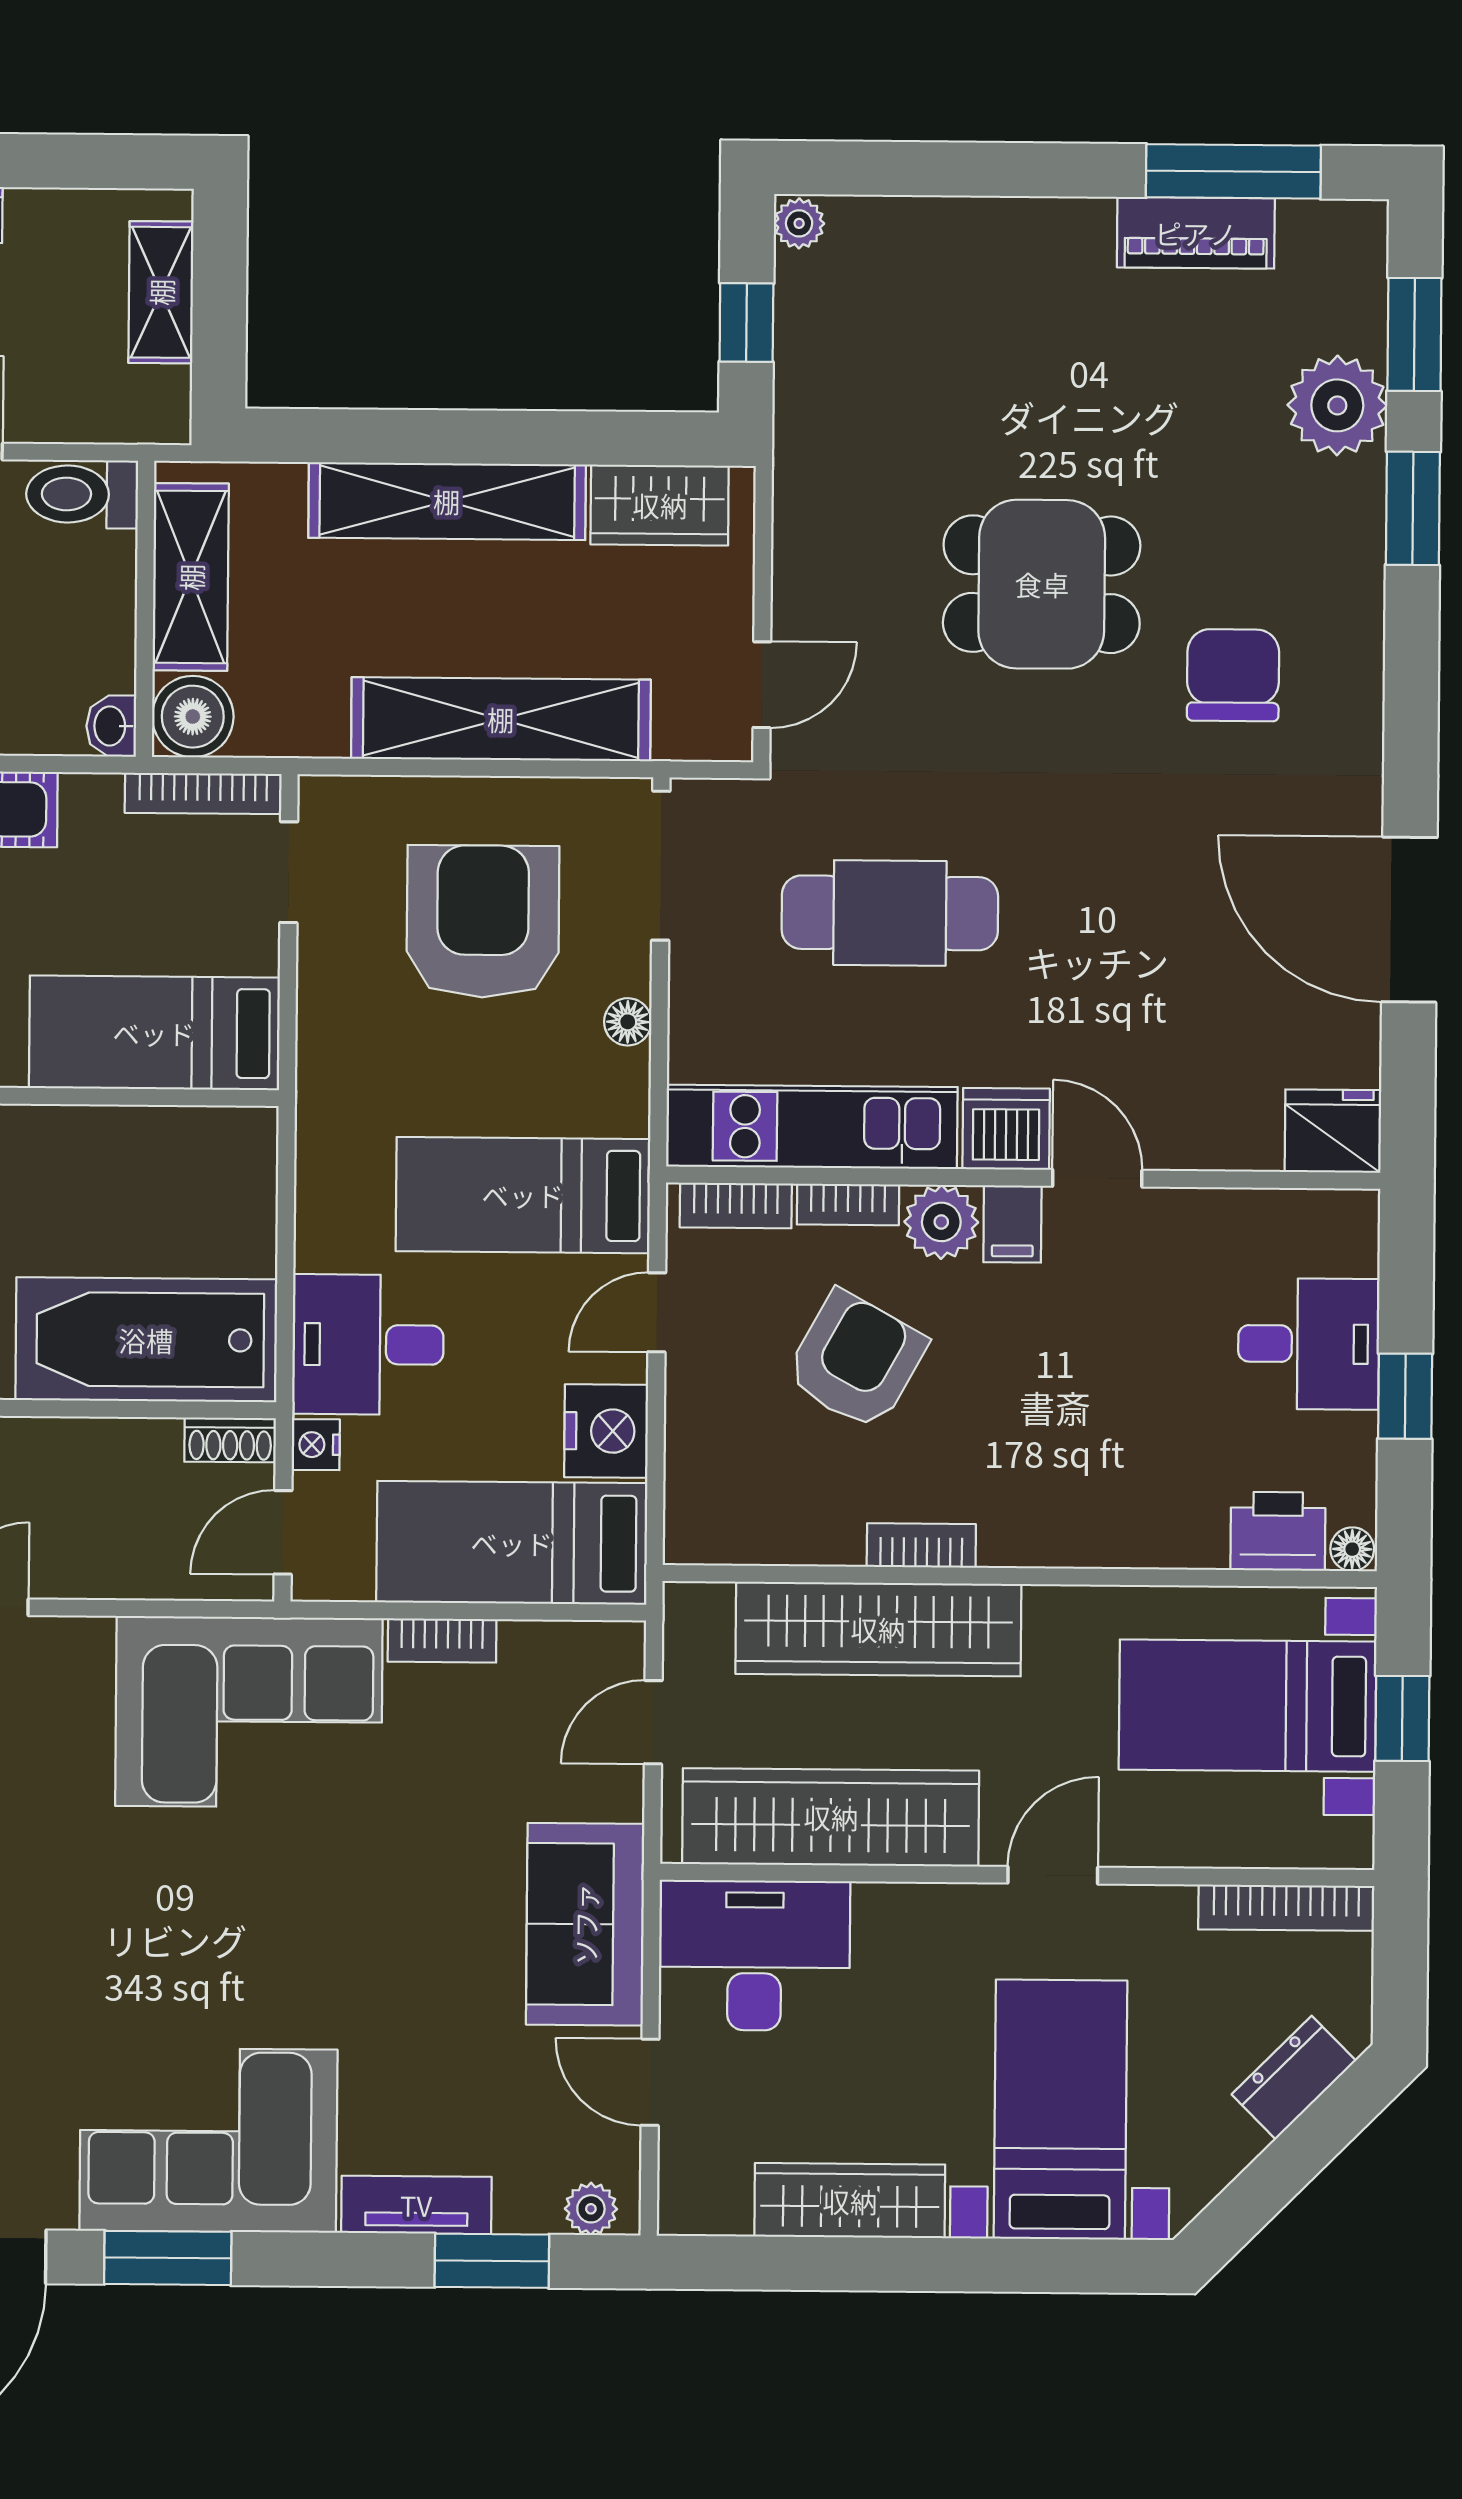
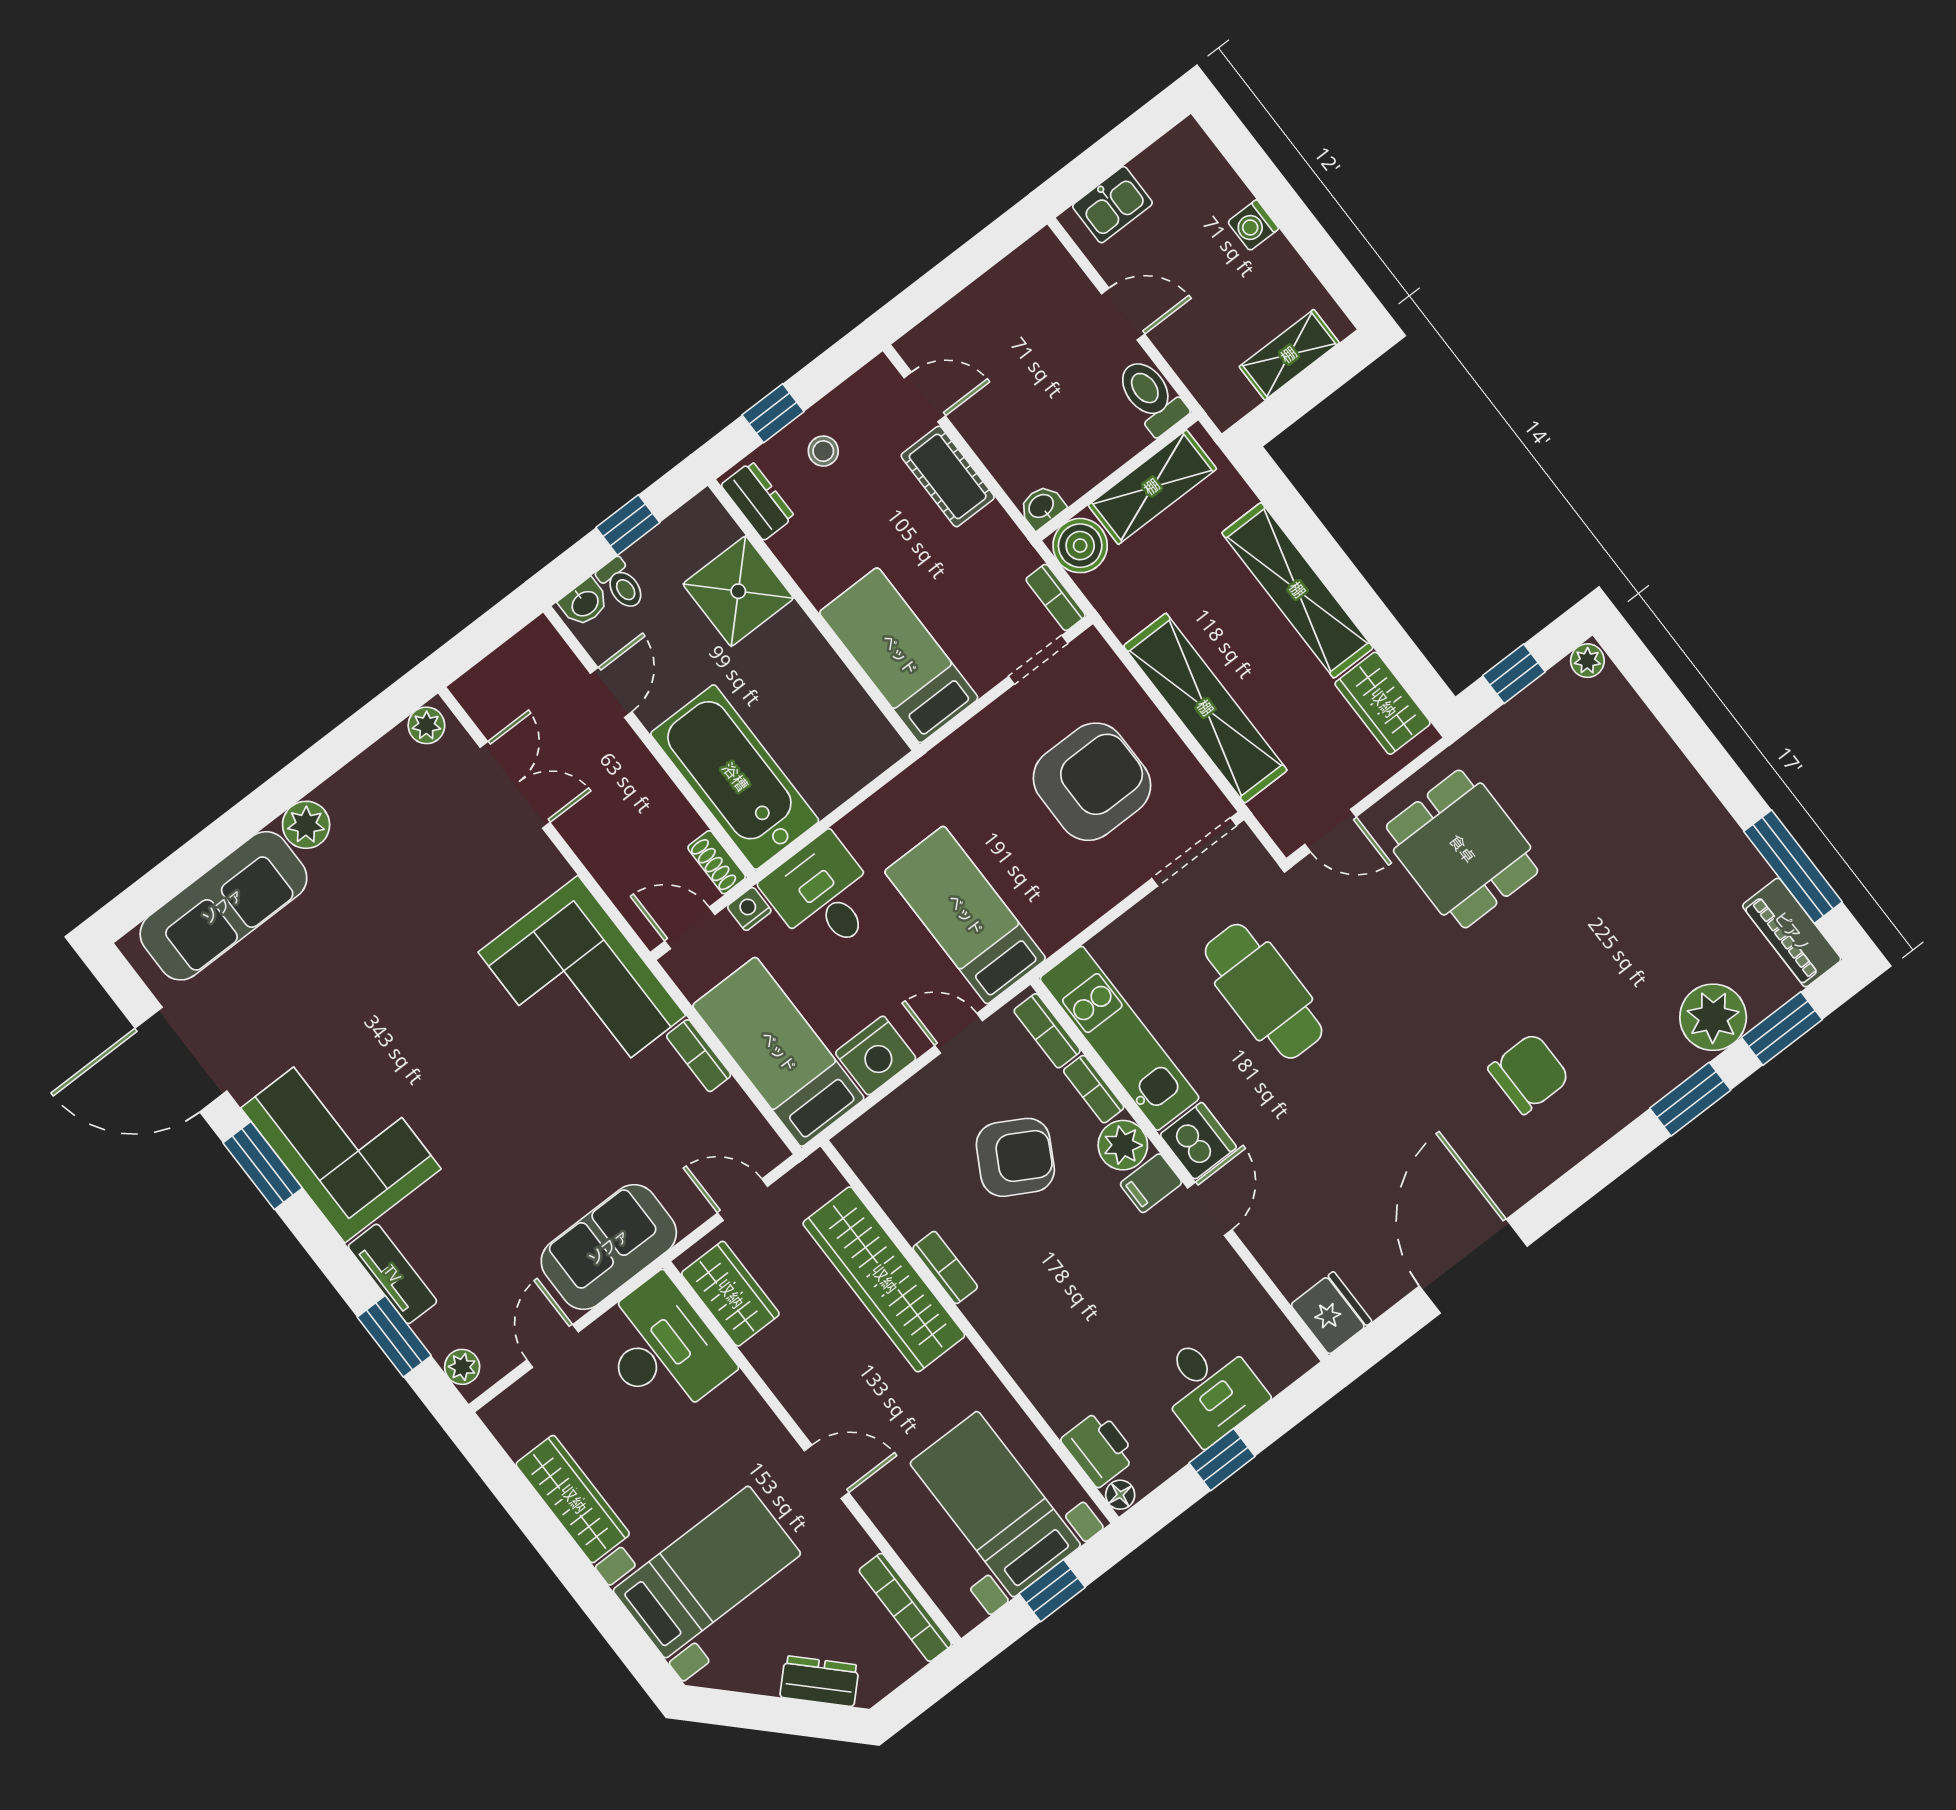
piano: (1196, 233) -> (1792, 932), moved
dining table: (1042, 584) -> (1462, 849), moved
bookcase: (203, 793) -> (1056, 597), width x0.64
floor lamp: (628, 1022) -> (1099, 899), removed
wardrobe: (831, 1817) -> (730, 1294), width x0.48, depth x0.85

